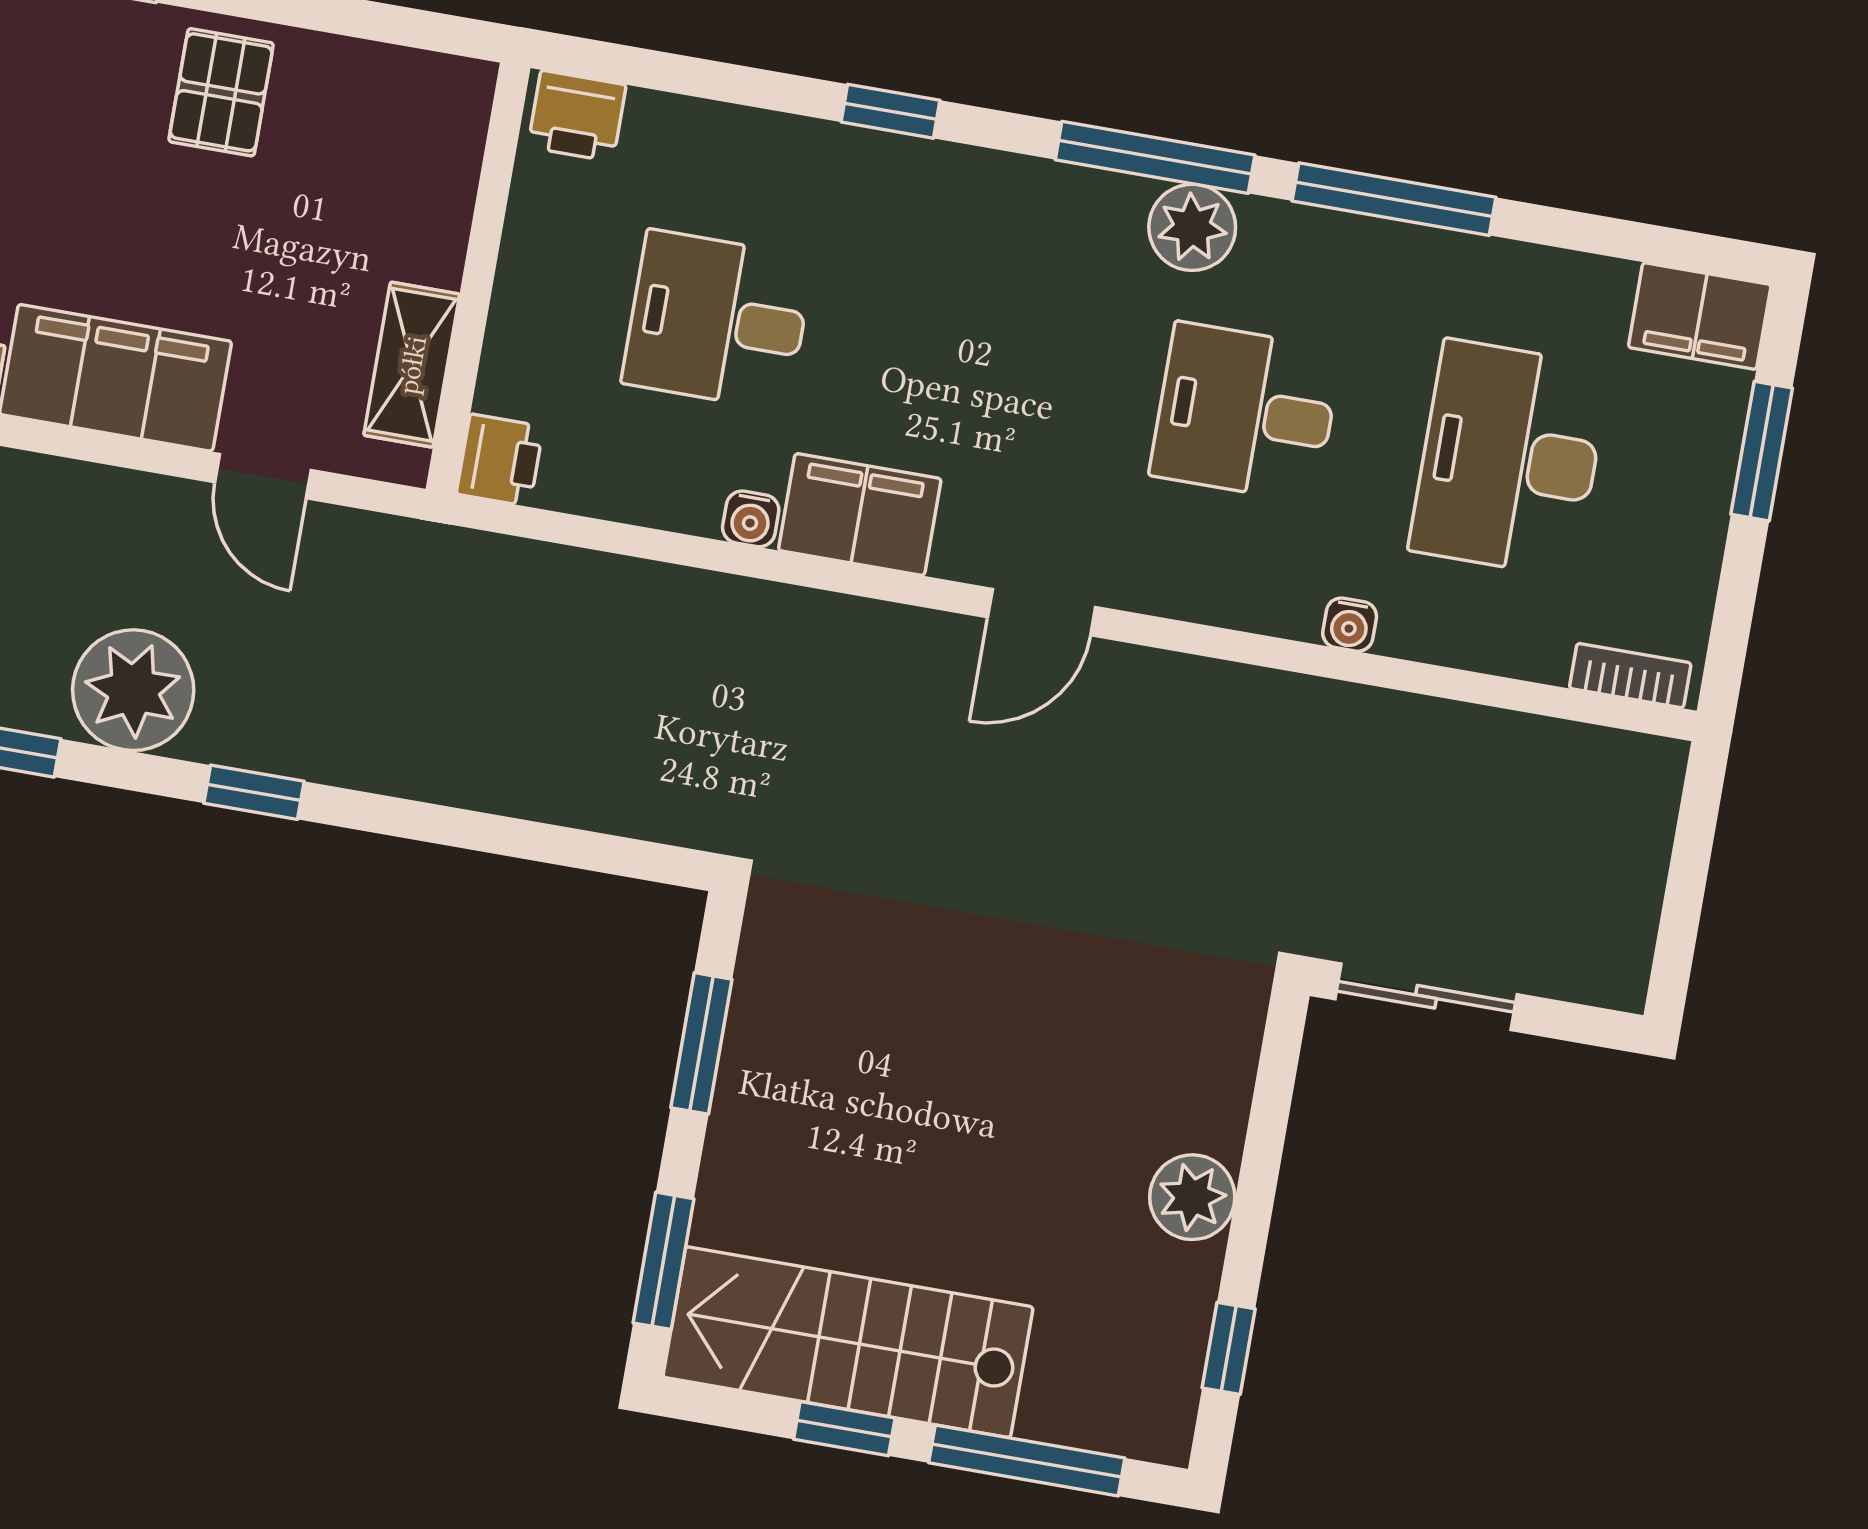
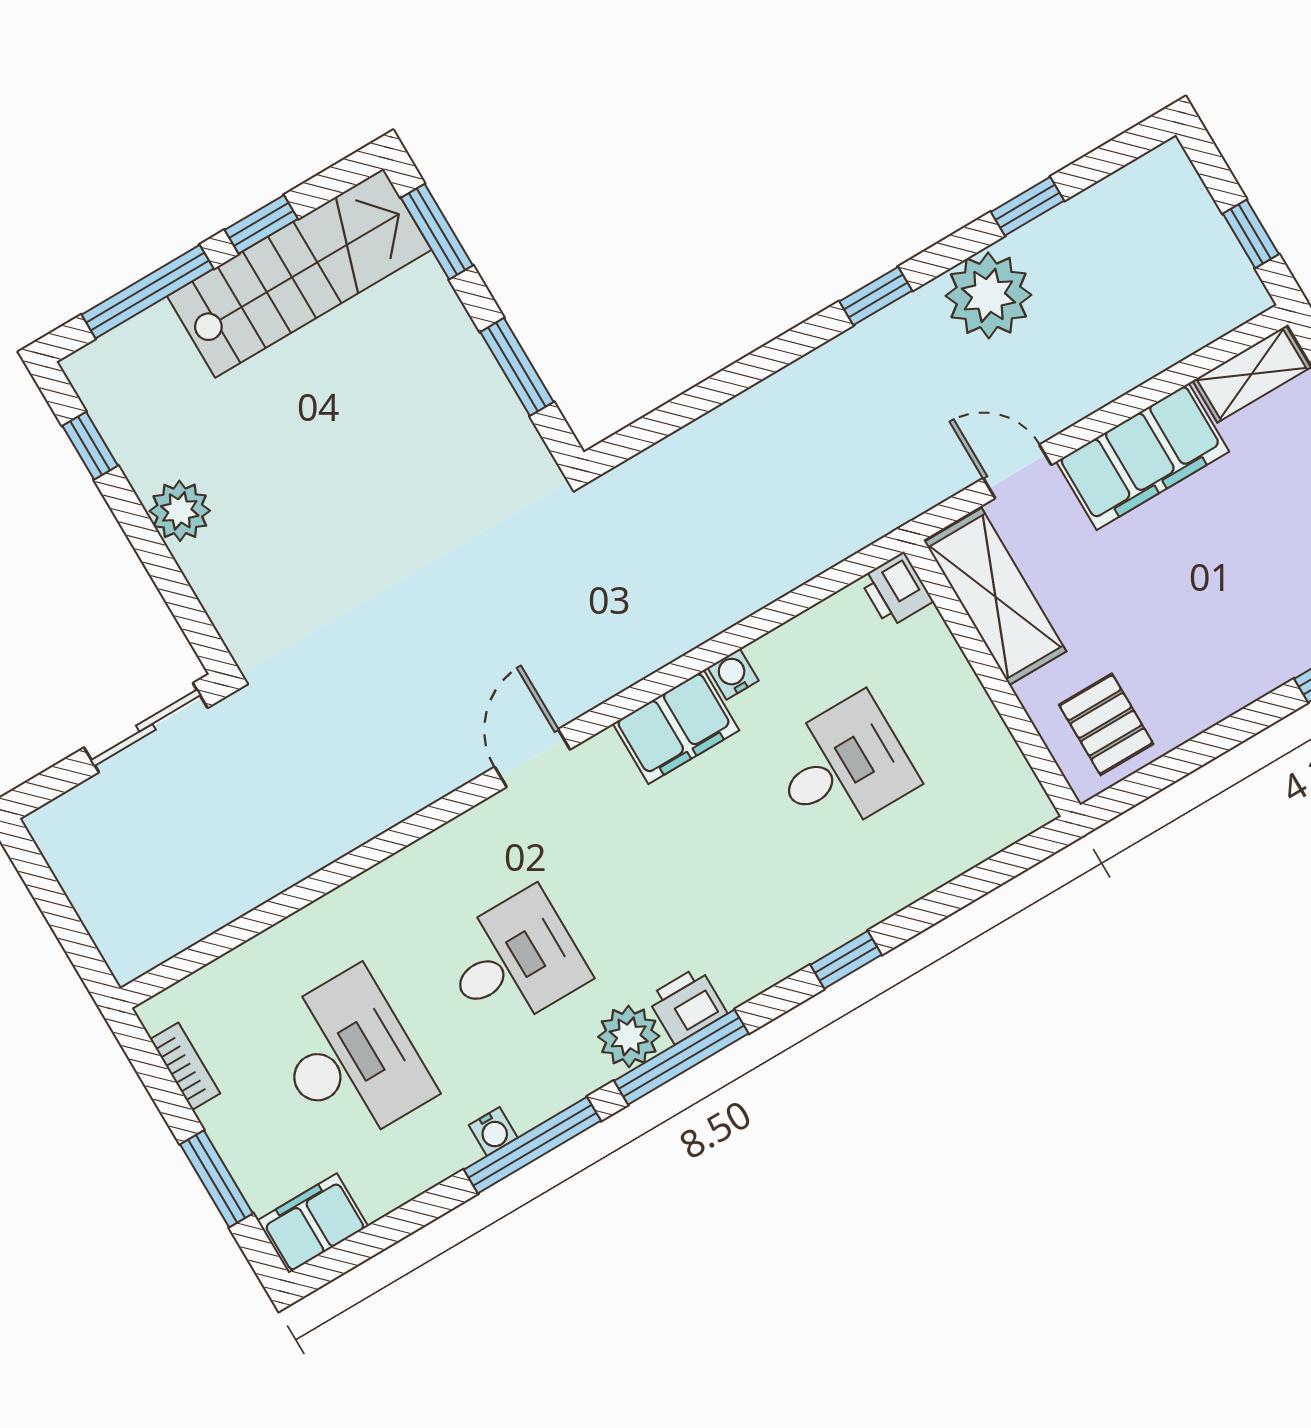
pallet: (221, 92) -> (1106, 724), moved
printer: (577, 116) -> (687, 1005), moved
shelving: (412, 365) -> (995, 597), width x1.50, depth x1.33
water cooler: (1350, 625) -> (493, 1132), moved, turned 180
bookcase: (1630, 676) -> (185, 1066), moved, turned -90

